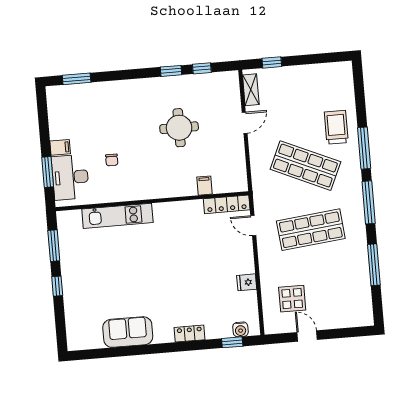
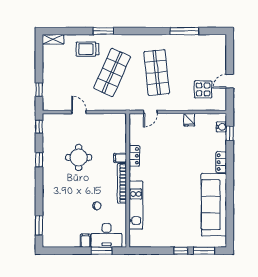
window: (202, 68) -> (39, 127), moved
shelving: (251, 90) -> (53, 39), moved
window: (364, 148) -> (103, 31), width x0.69
filing cabinet: (205, 186) -> (120, 158), moved
bookcase: (147, 193) -> (122, 183), added
window: (369, 202) -> (141, 31), removed
locker: (227, 204) -> (134, 156), moved, width x0.66
window: (54, 246) -> (204, 251), moved
sofa: (128, 332) -> (214, 205), width x1.85, depth x1.27

